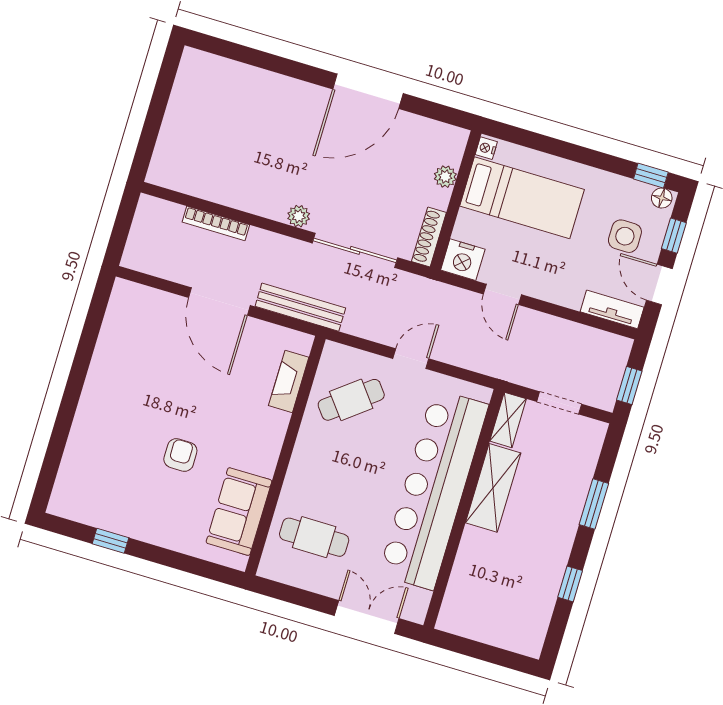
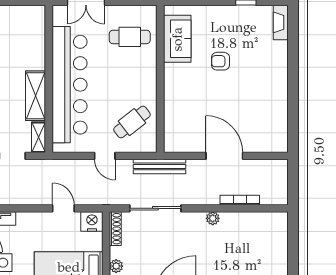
plant: (299, 216) -> (213, 218), moved
bench: (300, 307) -> (159, 166), moved
door: (411, 359) -> (105, 156), hinge flipped
fireplace: (289, 381) -> (281, 22), moved, turned 180
armchair: (180, 455) -> (220, 61), turned 90

